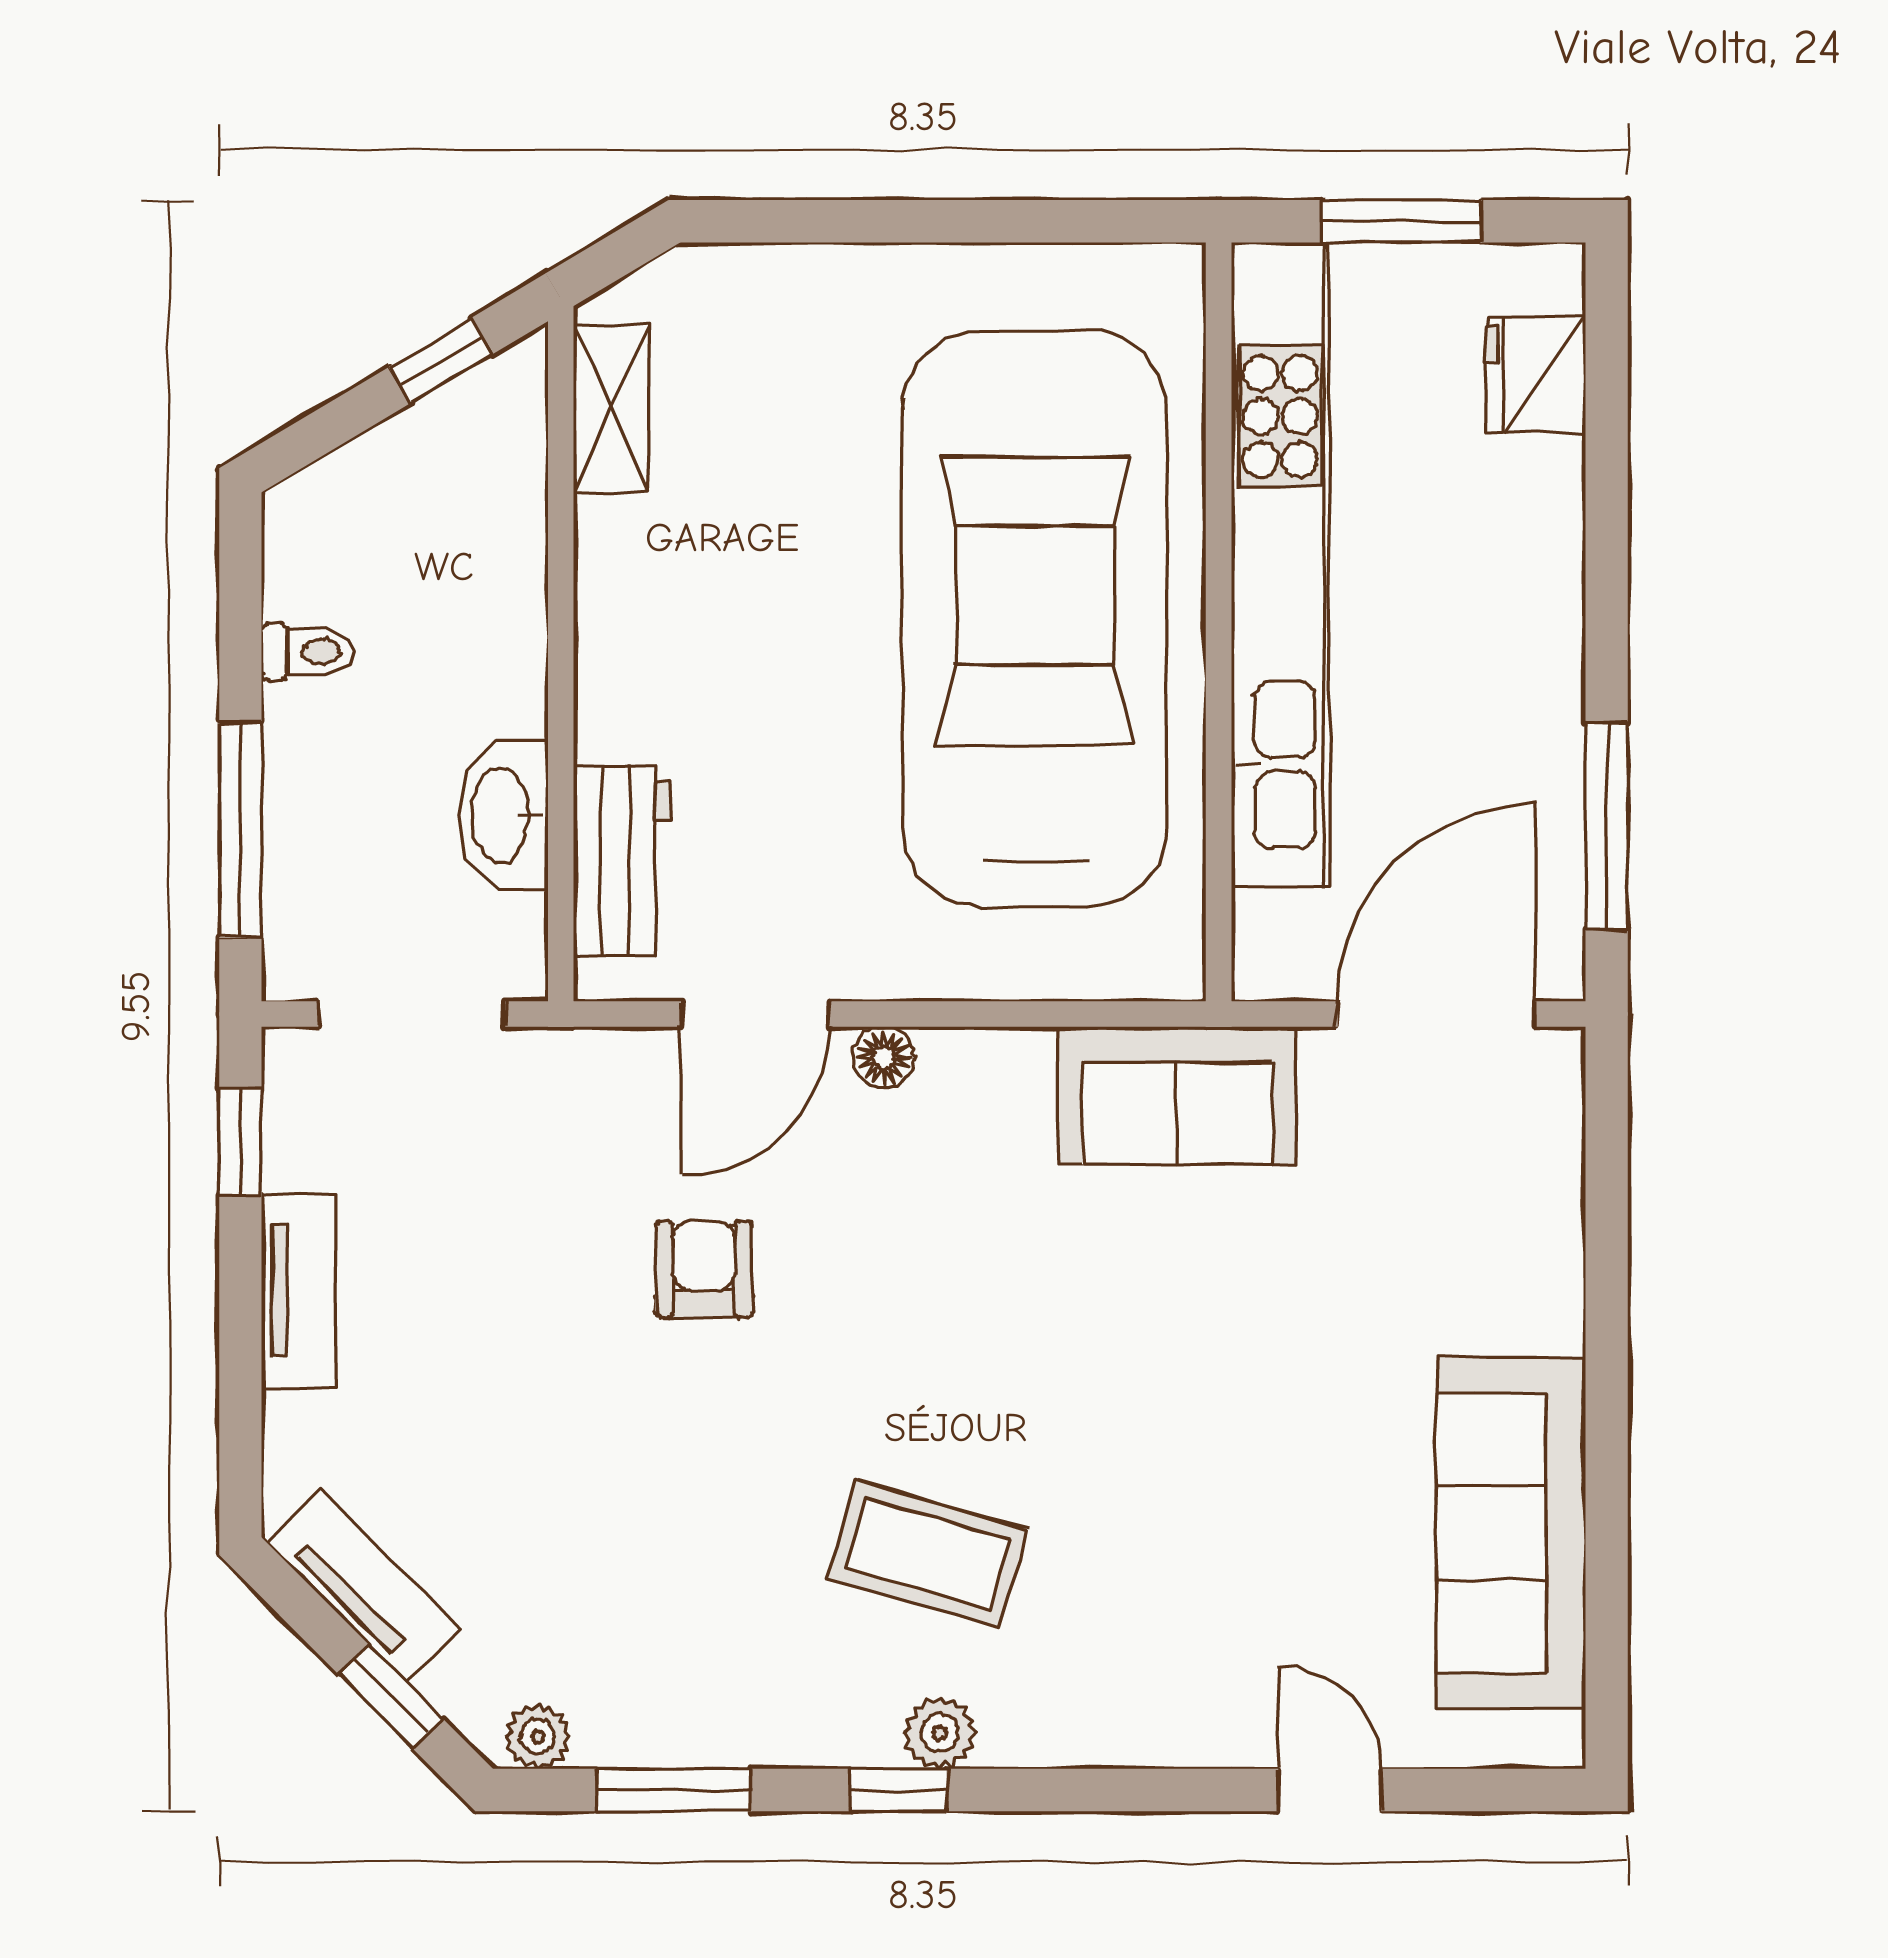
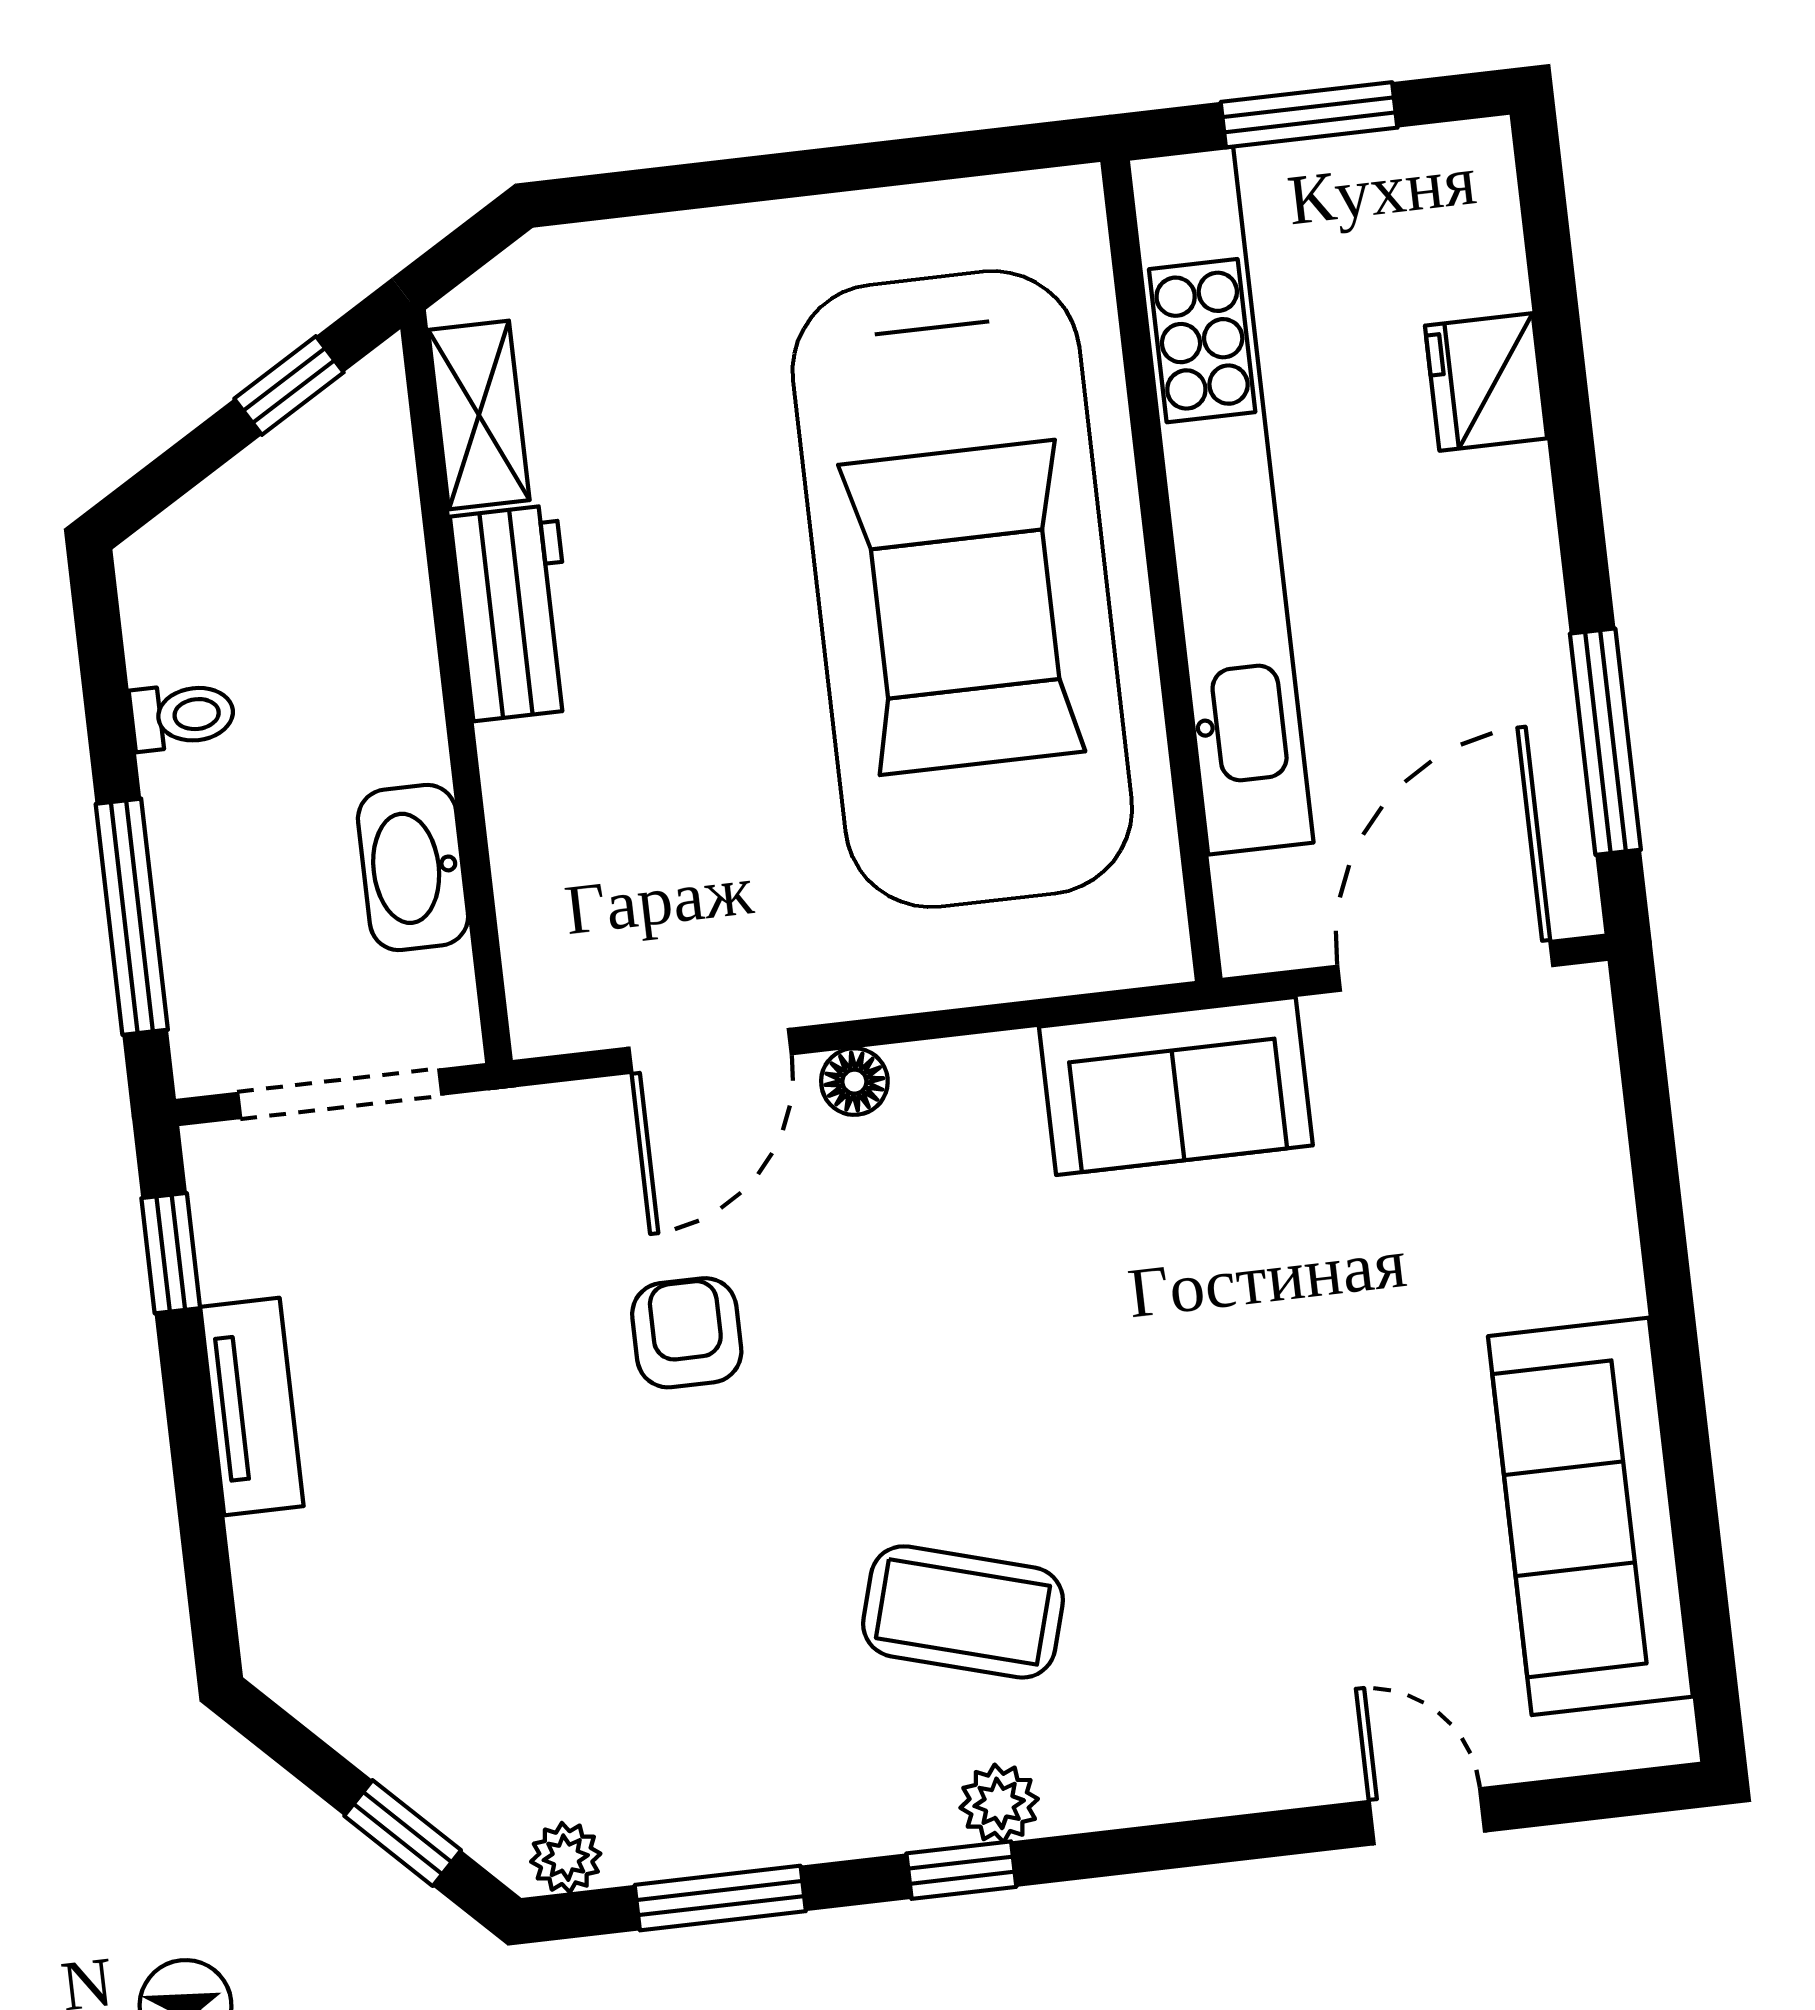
fridge: (1536, 375) -> (1486, 382), moved
car: (1035, 618) -> (962, 589), turned 180
workbench: (623, 861) -> (515, 613), moved
tv unit: (364, 1586) -> (359, 1717), removed

